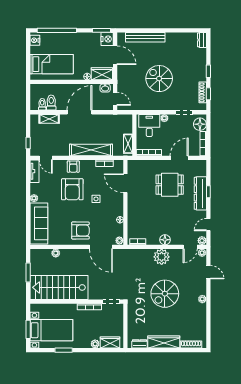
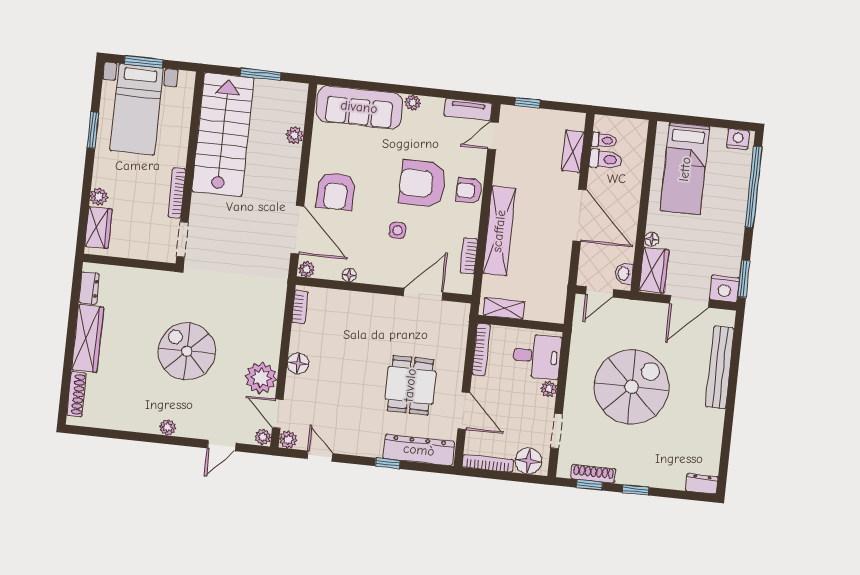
spiral stairs: (159, 79) -> (632, 387), width x1.37, depth x1.37
dresser: (200, 193) -> (419, 450), moved
door: (101, 247) -> (297, 230), swing flipped
plant: (162, 257) -> (261, 378), moved

